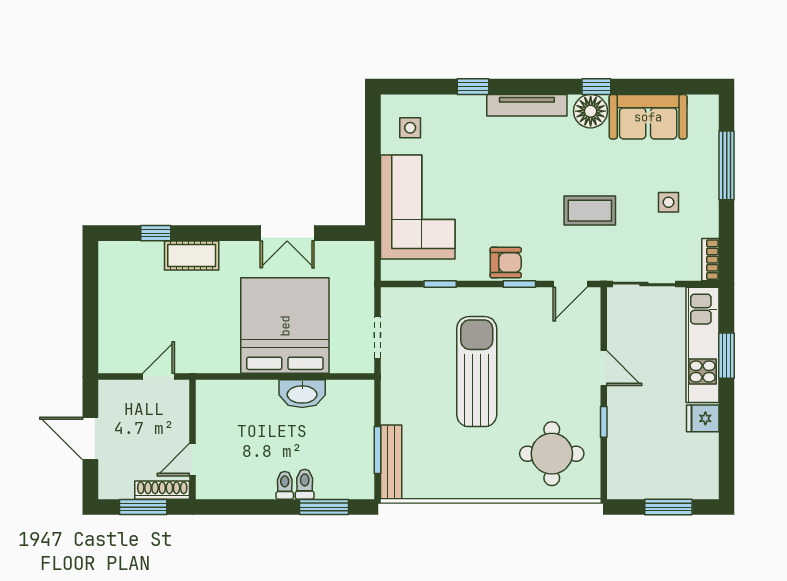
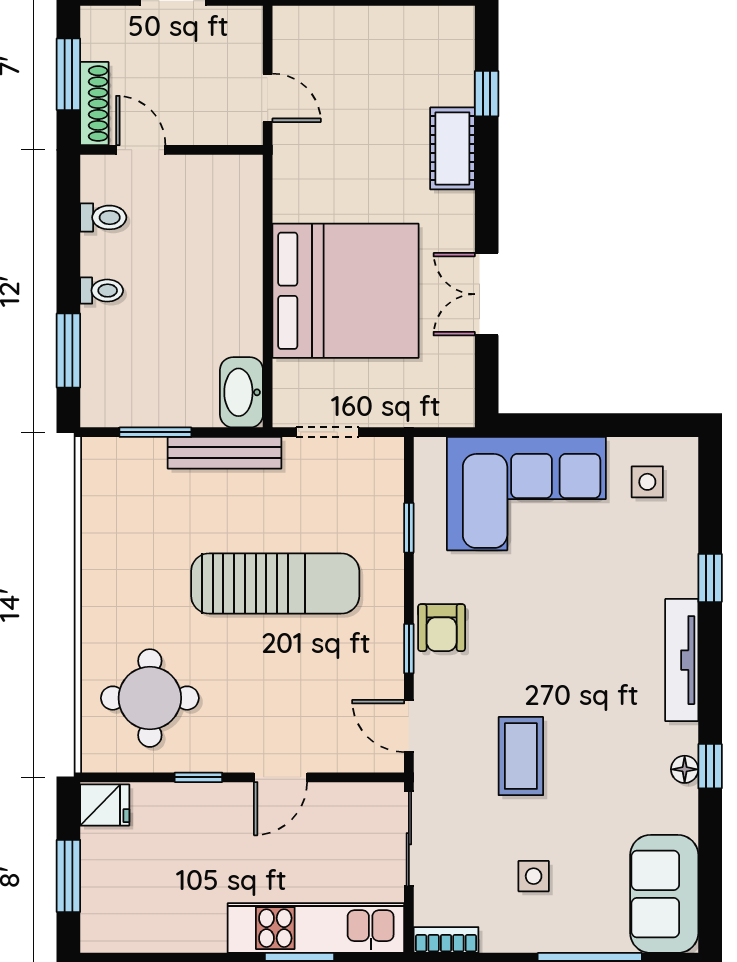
floor lamp: (591, 111) -> (685, 769), width x0.53, depth x0.53
sofa: (648, 117) -> (664, 894), moved
washbasin: (302, 394) -> (241, 392), moved
fridge: (703, 418) -> (105, 805), moved, turned 90
bench: (391, 462) -> (225, 453), moved
toilet: (305, 484) -> (103, 217), moved

